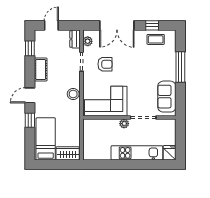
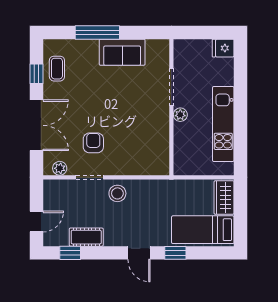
door: (51, 25) -> (37, 221), swing flipped
dresser: (75, 39) -> (56, 187), removed
cot: (41, 70) -> (86, 237), moved
stool: (73, 94) -> (117, 193), moved
sofa: (167, 97) -> (122, 52), moved
corner sofa: (106, 101) -> (147, 142), removed
kitchen unit: (137, 153) -> (223, 124), moved

